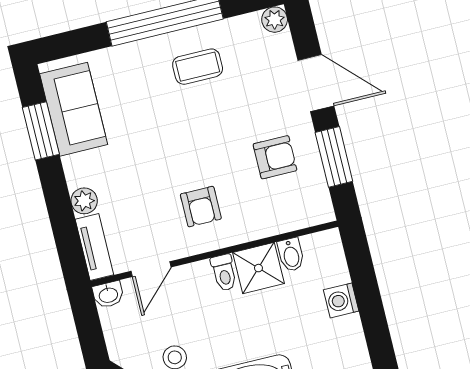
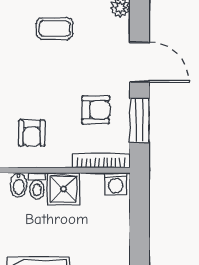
bookcase: (298, 220) -> (101, 161), added
bidet: (291, 255) -> (19, 185), moved
washing machine: (341, 300) -> (116, 184), moved, turned -90

